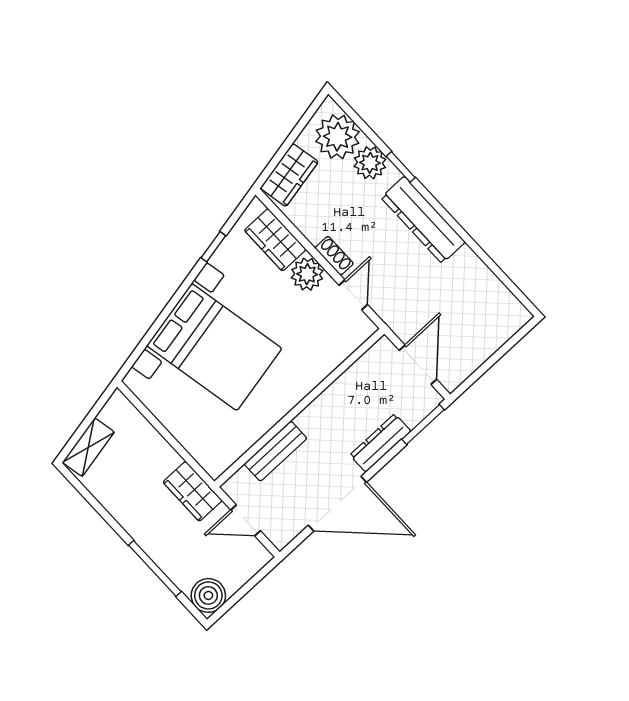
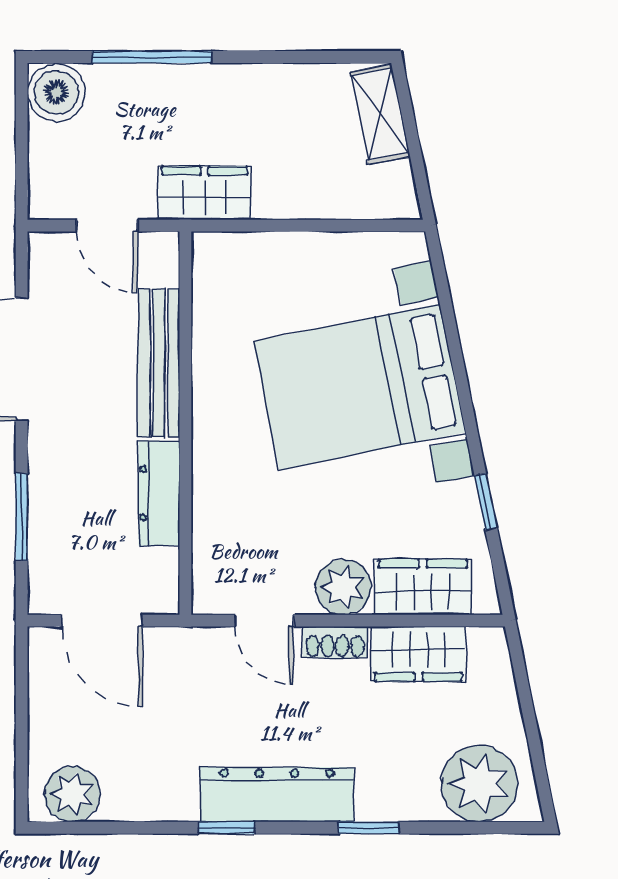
plant: (370, 163) -> (72, 794), moved
wardrobe: (289, 175) -> (418, 654), moved, turned -79
window: (458, 228) -> (226, 828), added
window: (423, 425) -> (22, 517), moved
dresser: (380, 443) -> (159, 493), moved, turned 180
bench: (276, 451) -> (159, 363), width x1.36
door: (246, 520) -> (107, 226), swing flipped

